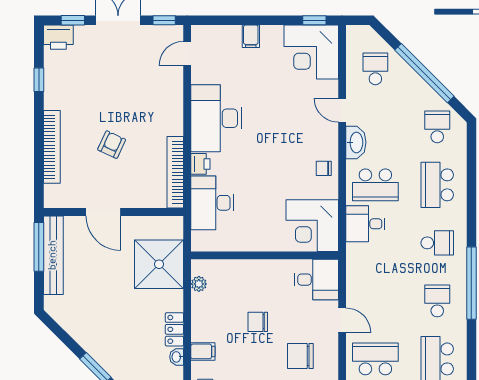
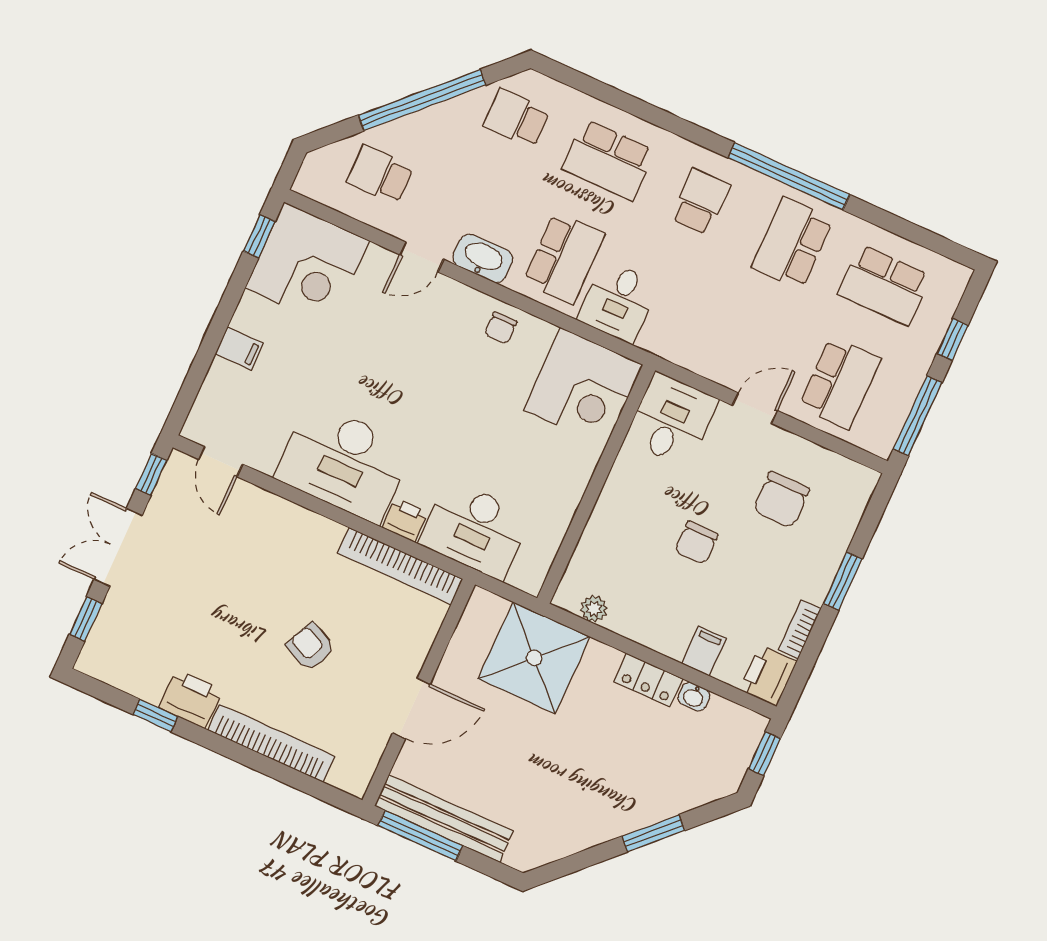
printer: (58, 37) -> (191, 699), moved, turned -90
school desk: (437, 301) -> (792, 243), width x1.85
school desk: (375, 359) -> (840, 383), turned 180

